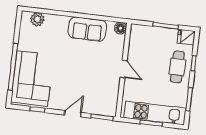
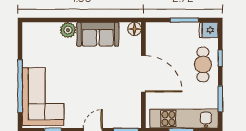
plant: (37, 19) -> (68, 30), moved
door: (124, 69) -> (143, 74), width x1.88

